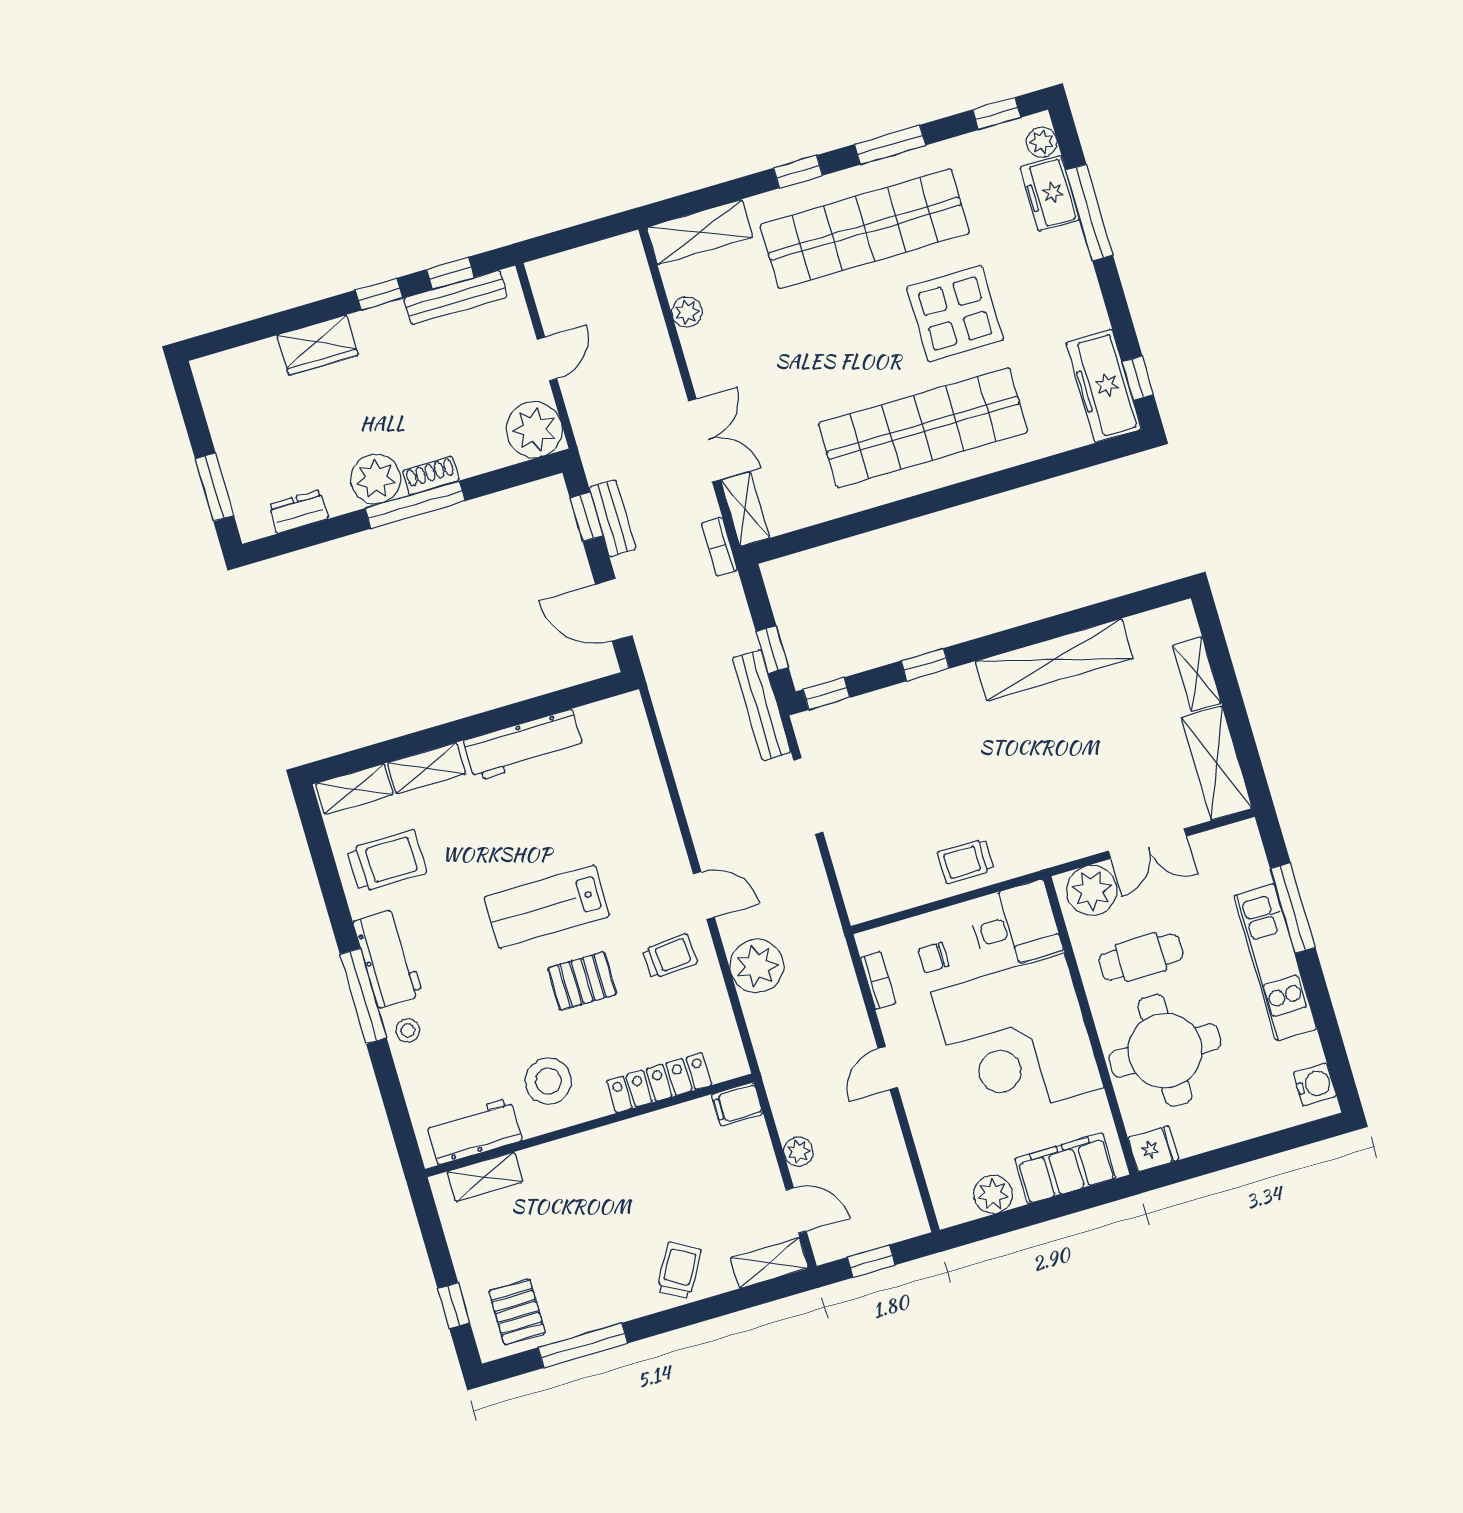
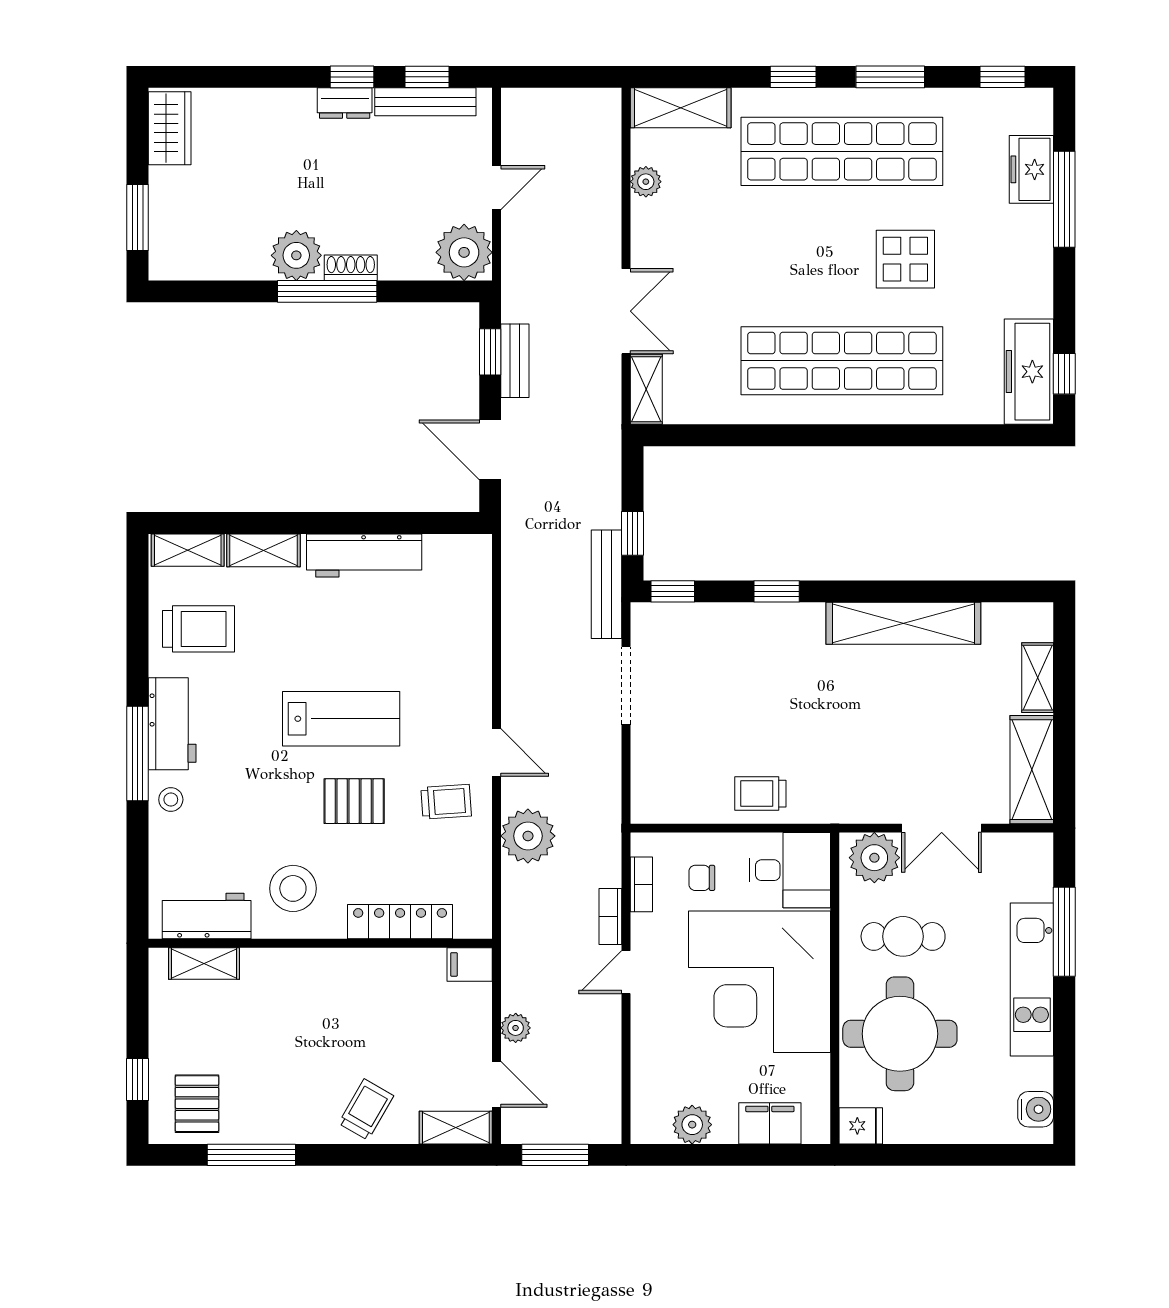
plant: (1042, 142) -> (1038, 117), removed
display table: (955, 314) -> (905, 259), width x0.73, depth x0.73
wardrobe: (318, 345) -> (170, 128), moved, turned -90
dresser: (298, 512) -> (345, 103), moved, turned 180
bookcase: (719, 547) -> (610, 916), moved
lab bench: (547, 906) -> (341, 719), turned 180
filing cabinet: (1065, 1168) -> (770, 1123), width x0.67, depth x0.86
window: (871, 1261) -> (555, 1155), width x1.50

